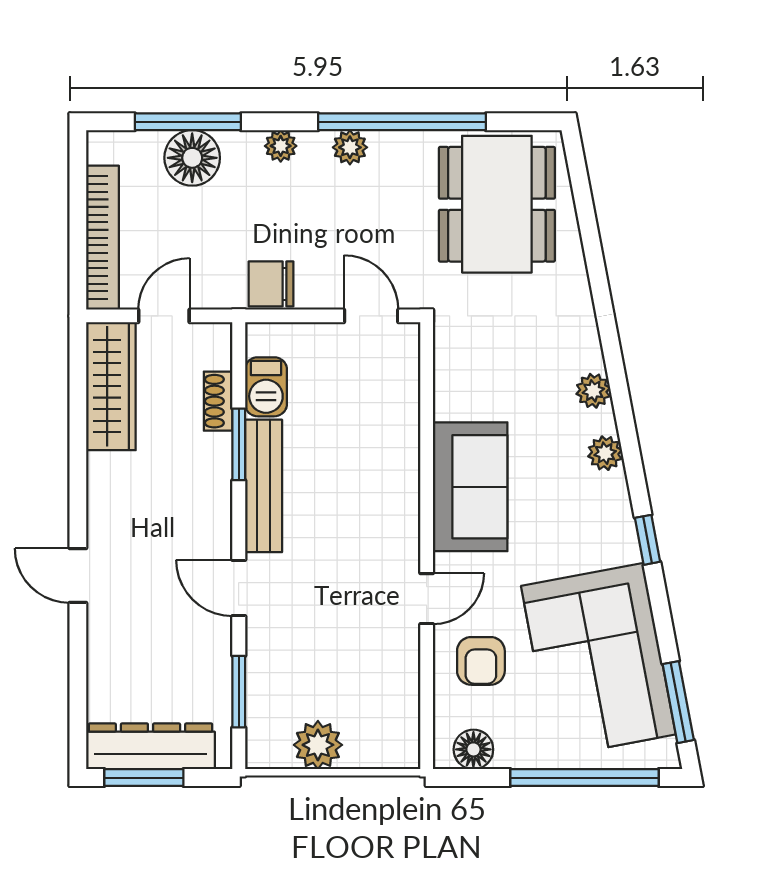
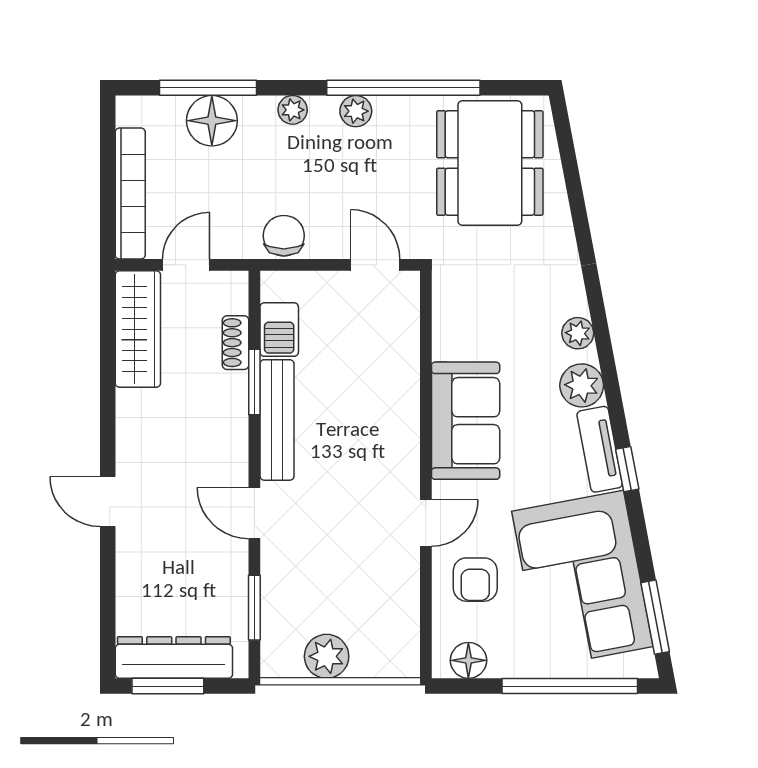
chair: (271, 284) -> (284, 236), turned 90
plant: (605, 453) -> (582, 385), width x1.38, depth x1.38
tv unit: (617, 518) -> (600, 449), added

